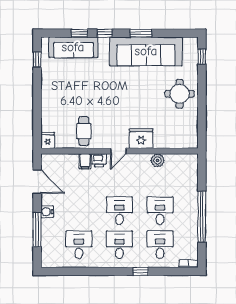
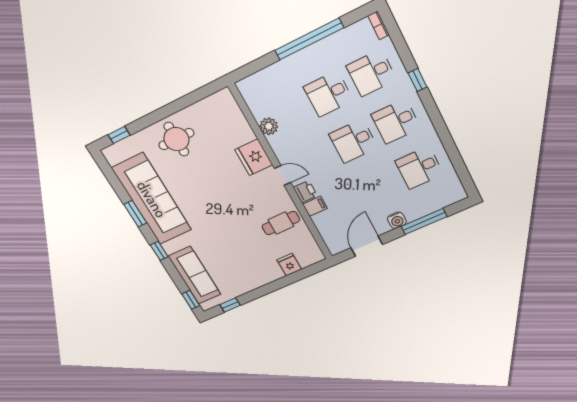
window: (79, 33) -> (191, 300), moved
fridge: (48, 140) -> (289, 265), moved, turned 90

